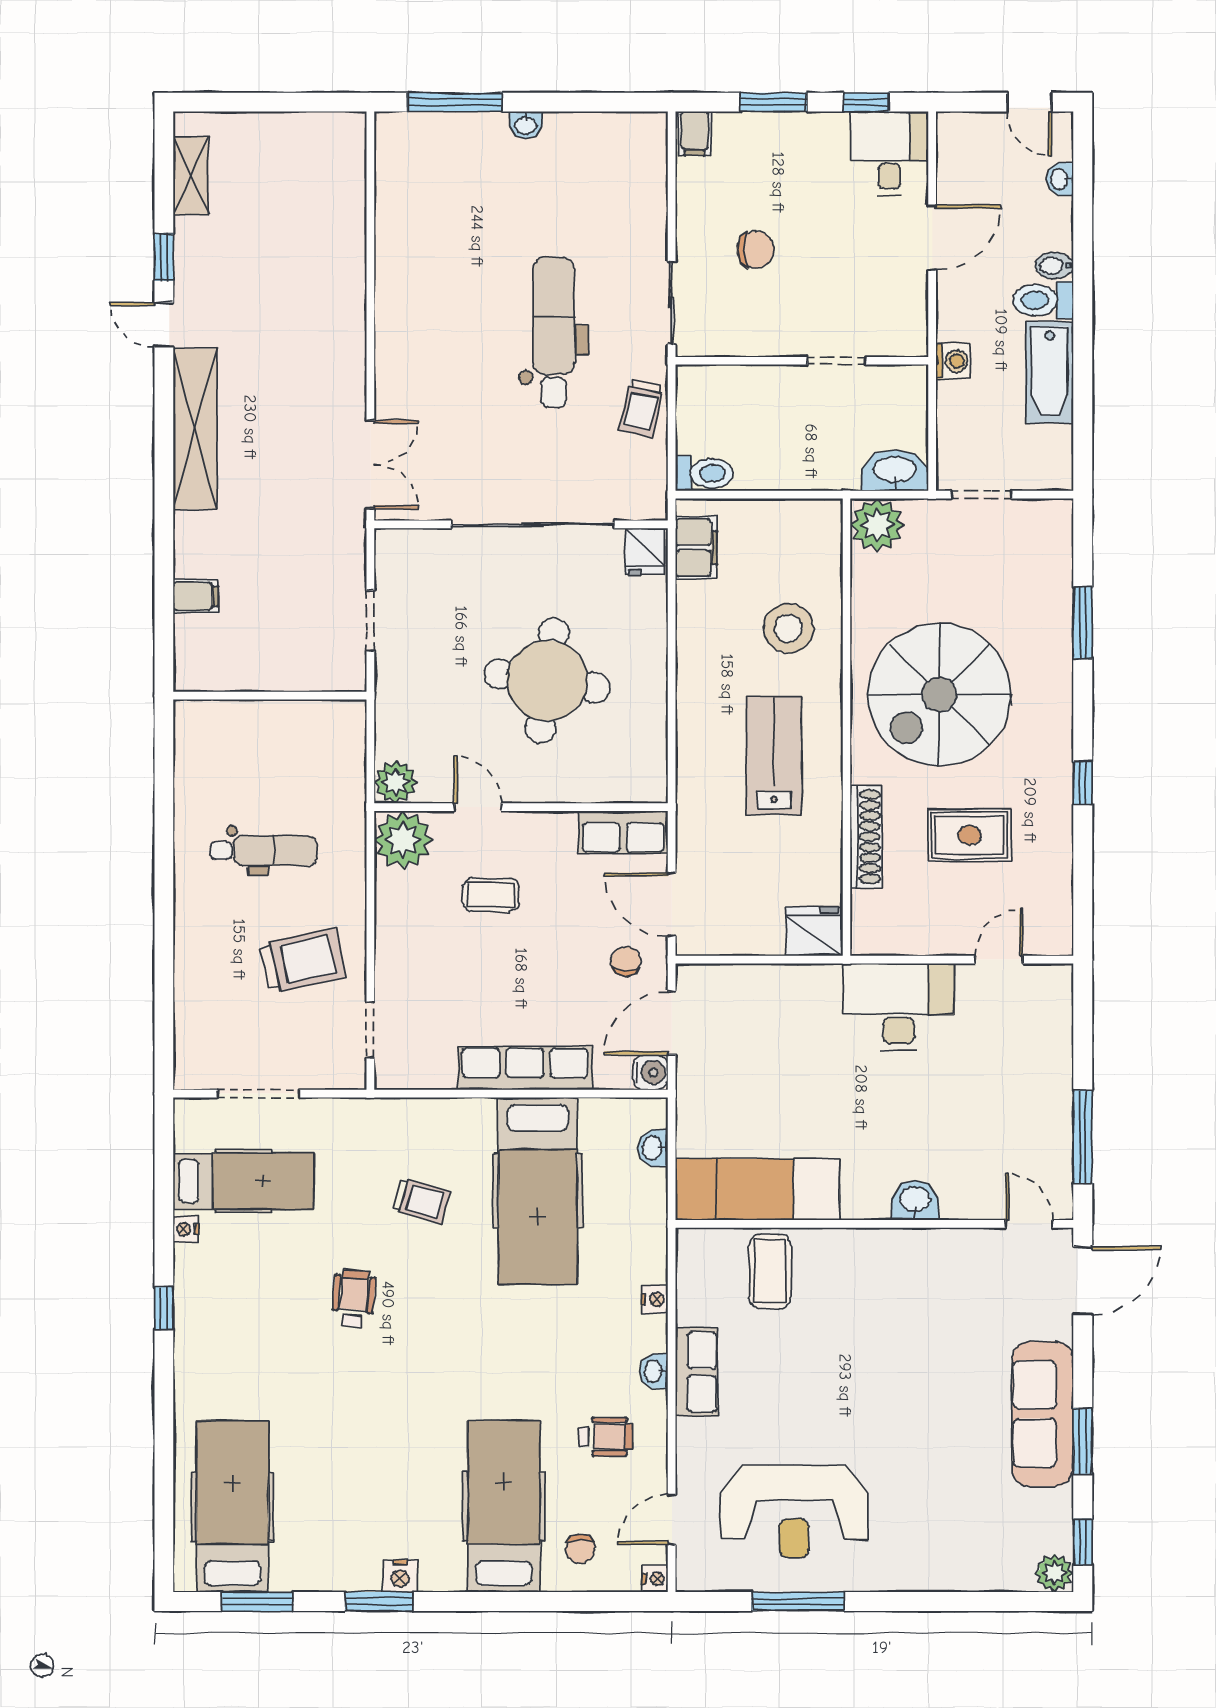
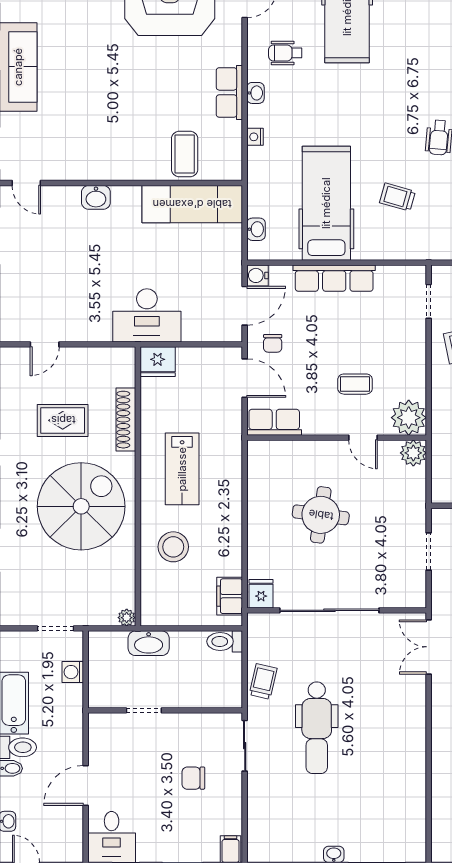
washing machine: (953, 361) -> (73, 672), moved
washbasin: (895, 471) -> (149, 643), moved
plant: (877, 525) -> (127, 618), width x0.53, depth x0.53
round table: (547, 681) -> (321, 515), width x0.73, depth x0.73
desk: (899, 1007) -> (147, 315), moved

